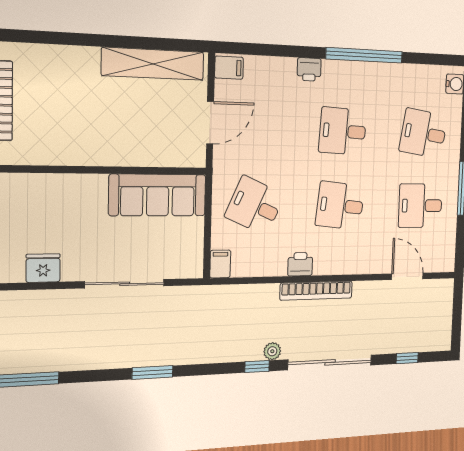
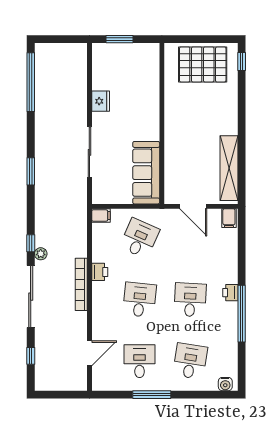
printer: (309, 69) -> (230, 293), moved

